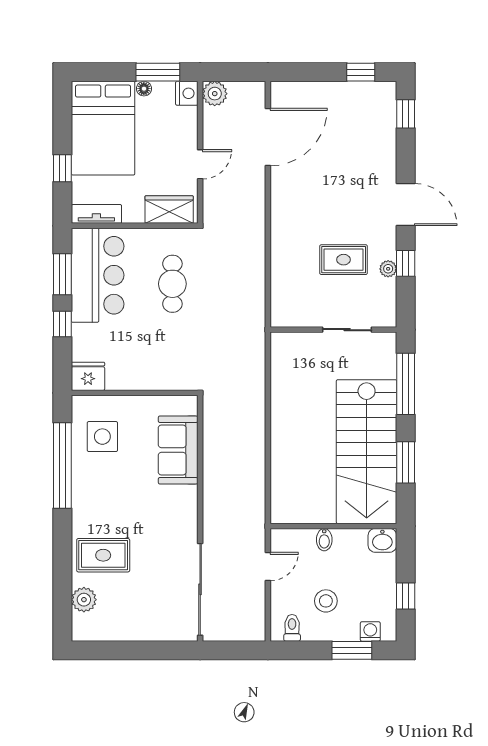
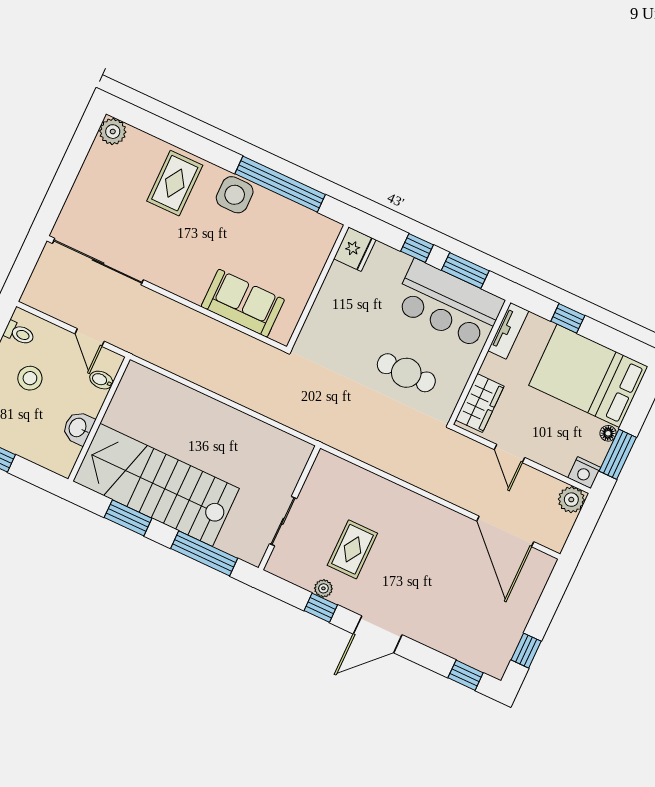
side table: (102, 437) -> (235, 195), moved
bidet: (324, 540) -> (101, 380), moved
washbasin: (382, 540) -> (78, 428), moved
plant: (84, 600) -> (113, 132), moved

